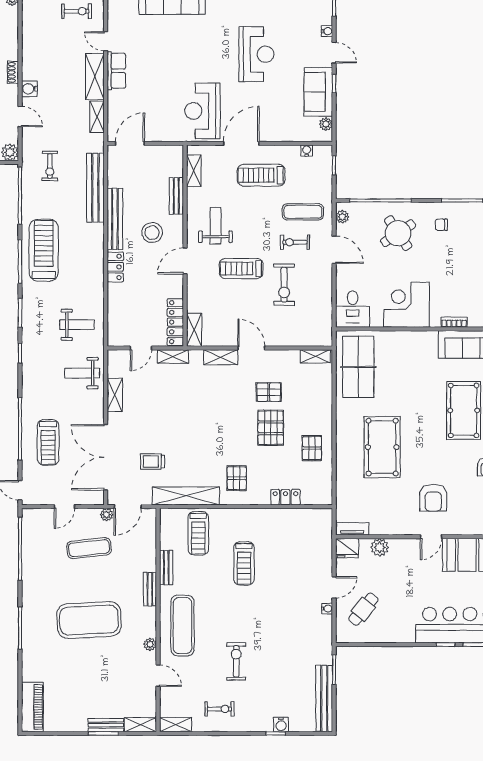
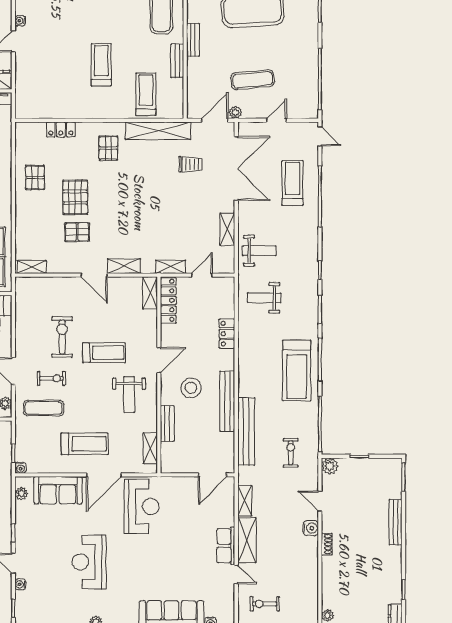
sofa: (318, 92) -> (58, 490), moved, turned 90
water cooler: (307, 151) -> (20, 468), moved
locker: (115, 267) -> (227, 334), moved

